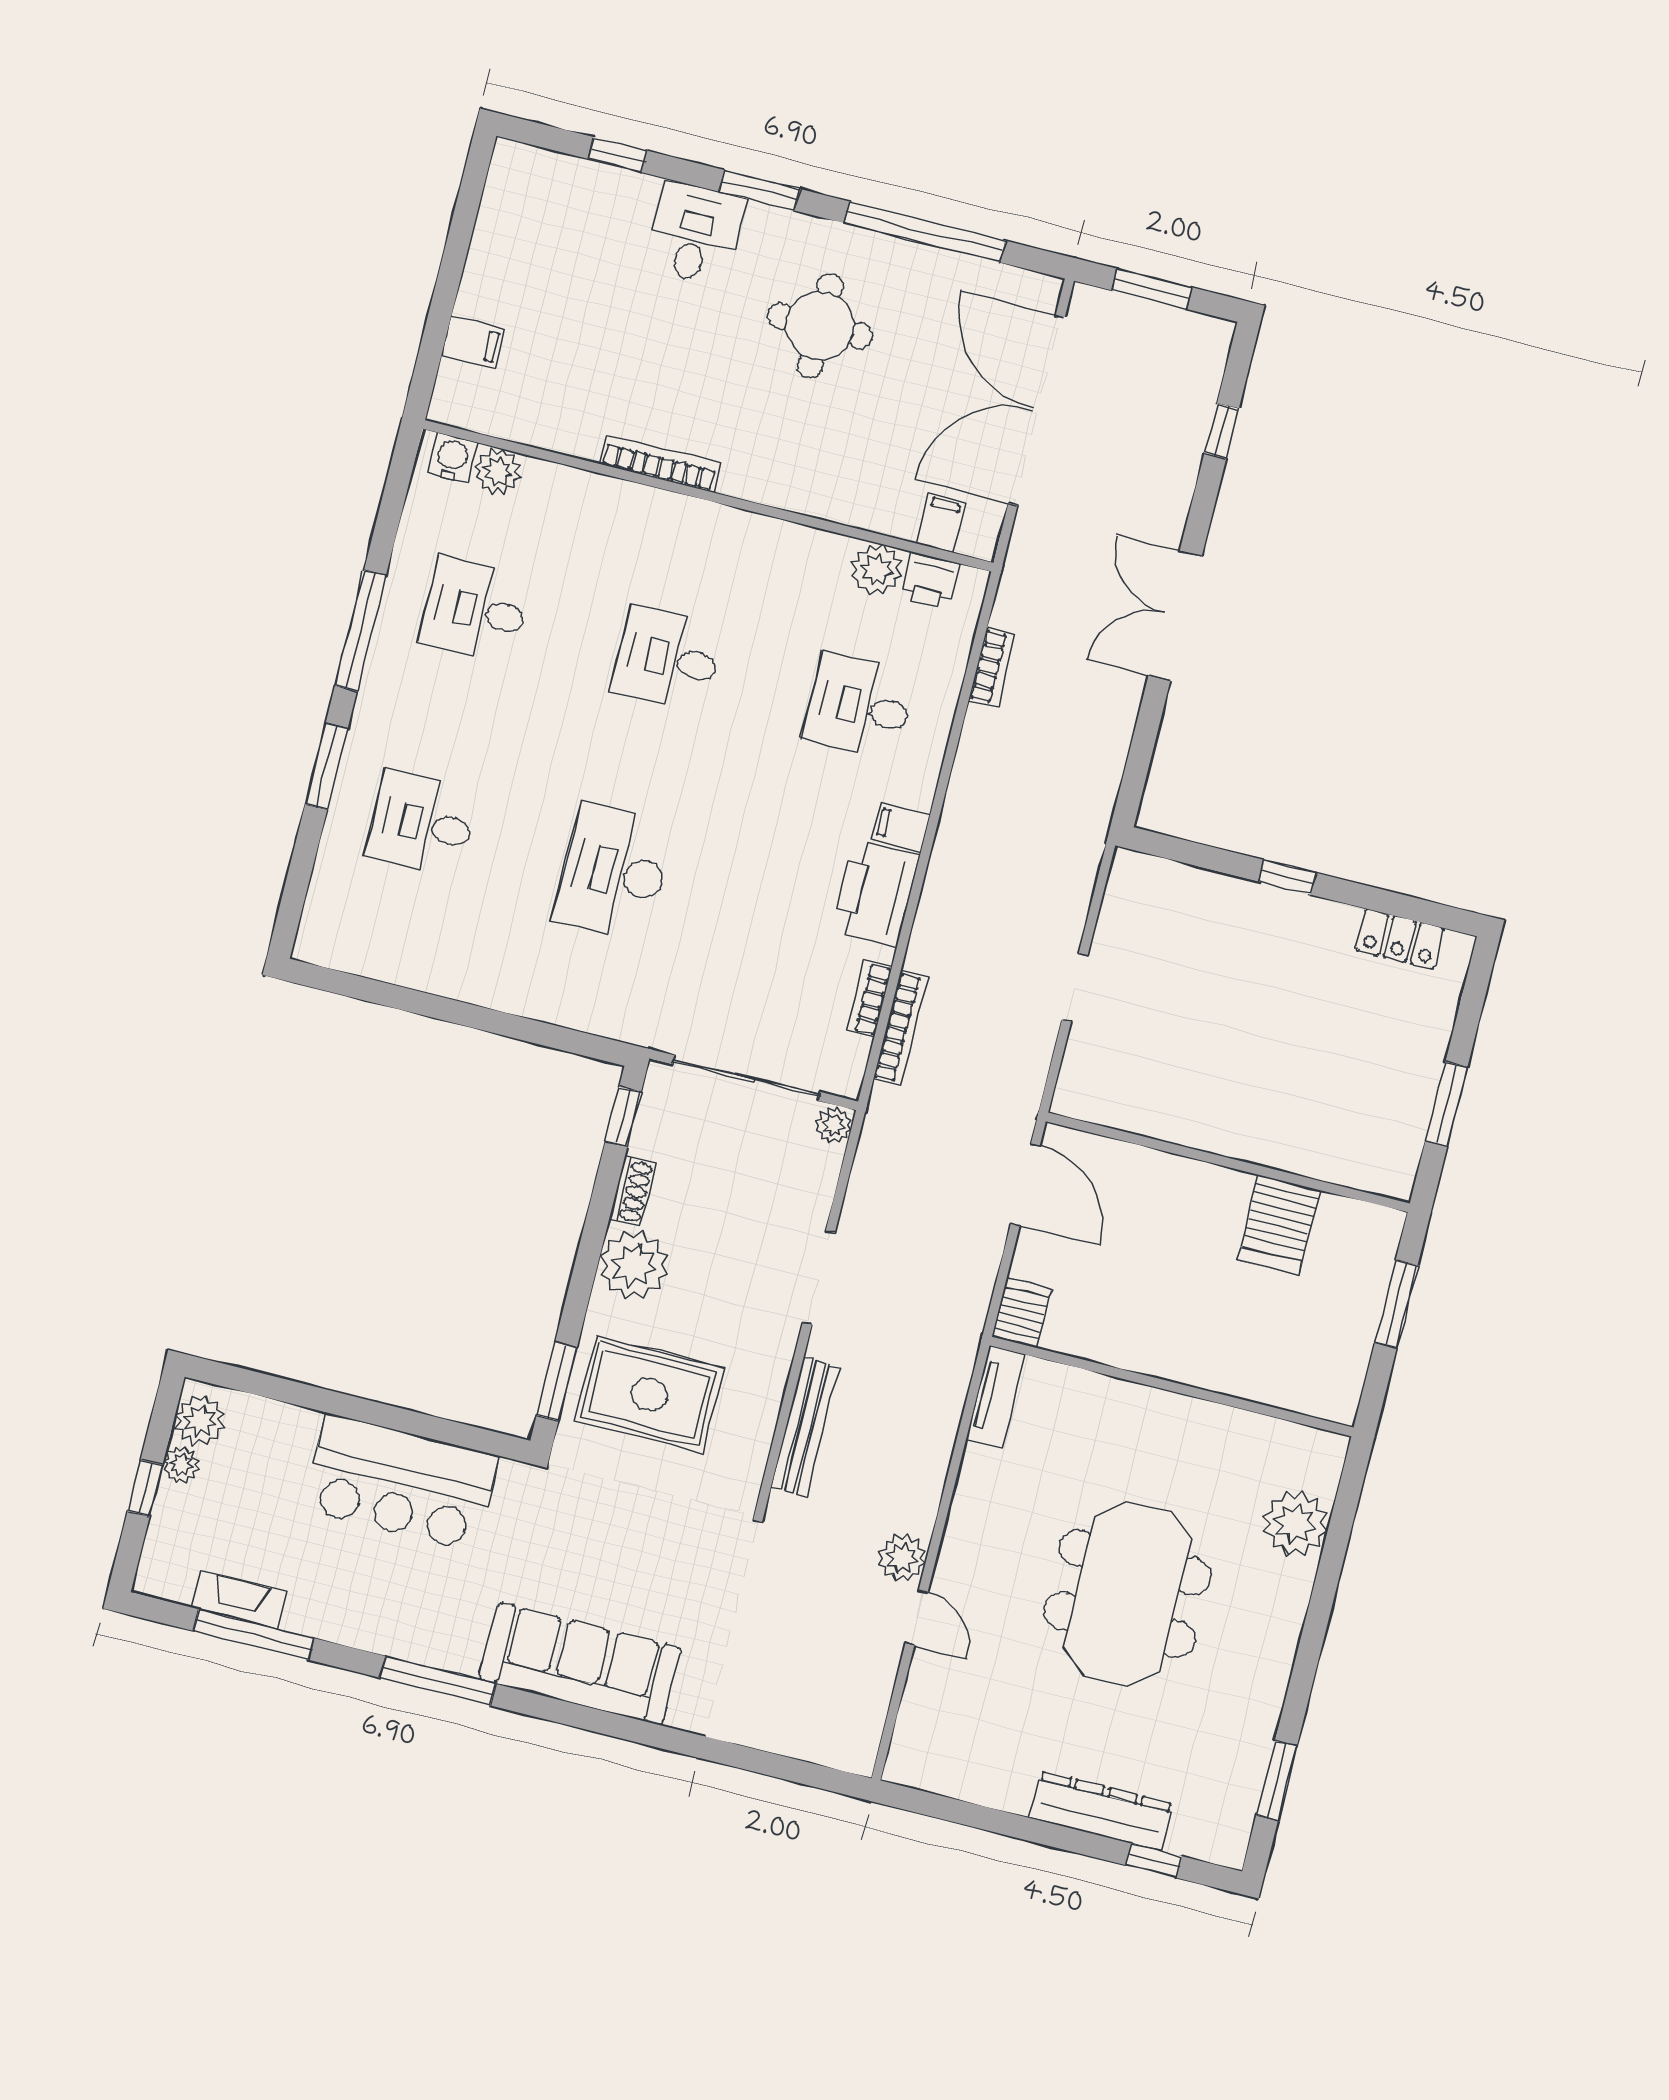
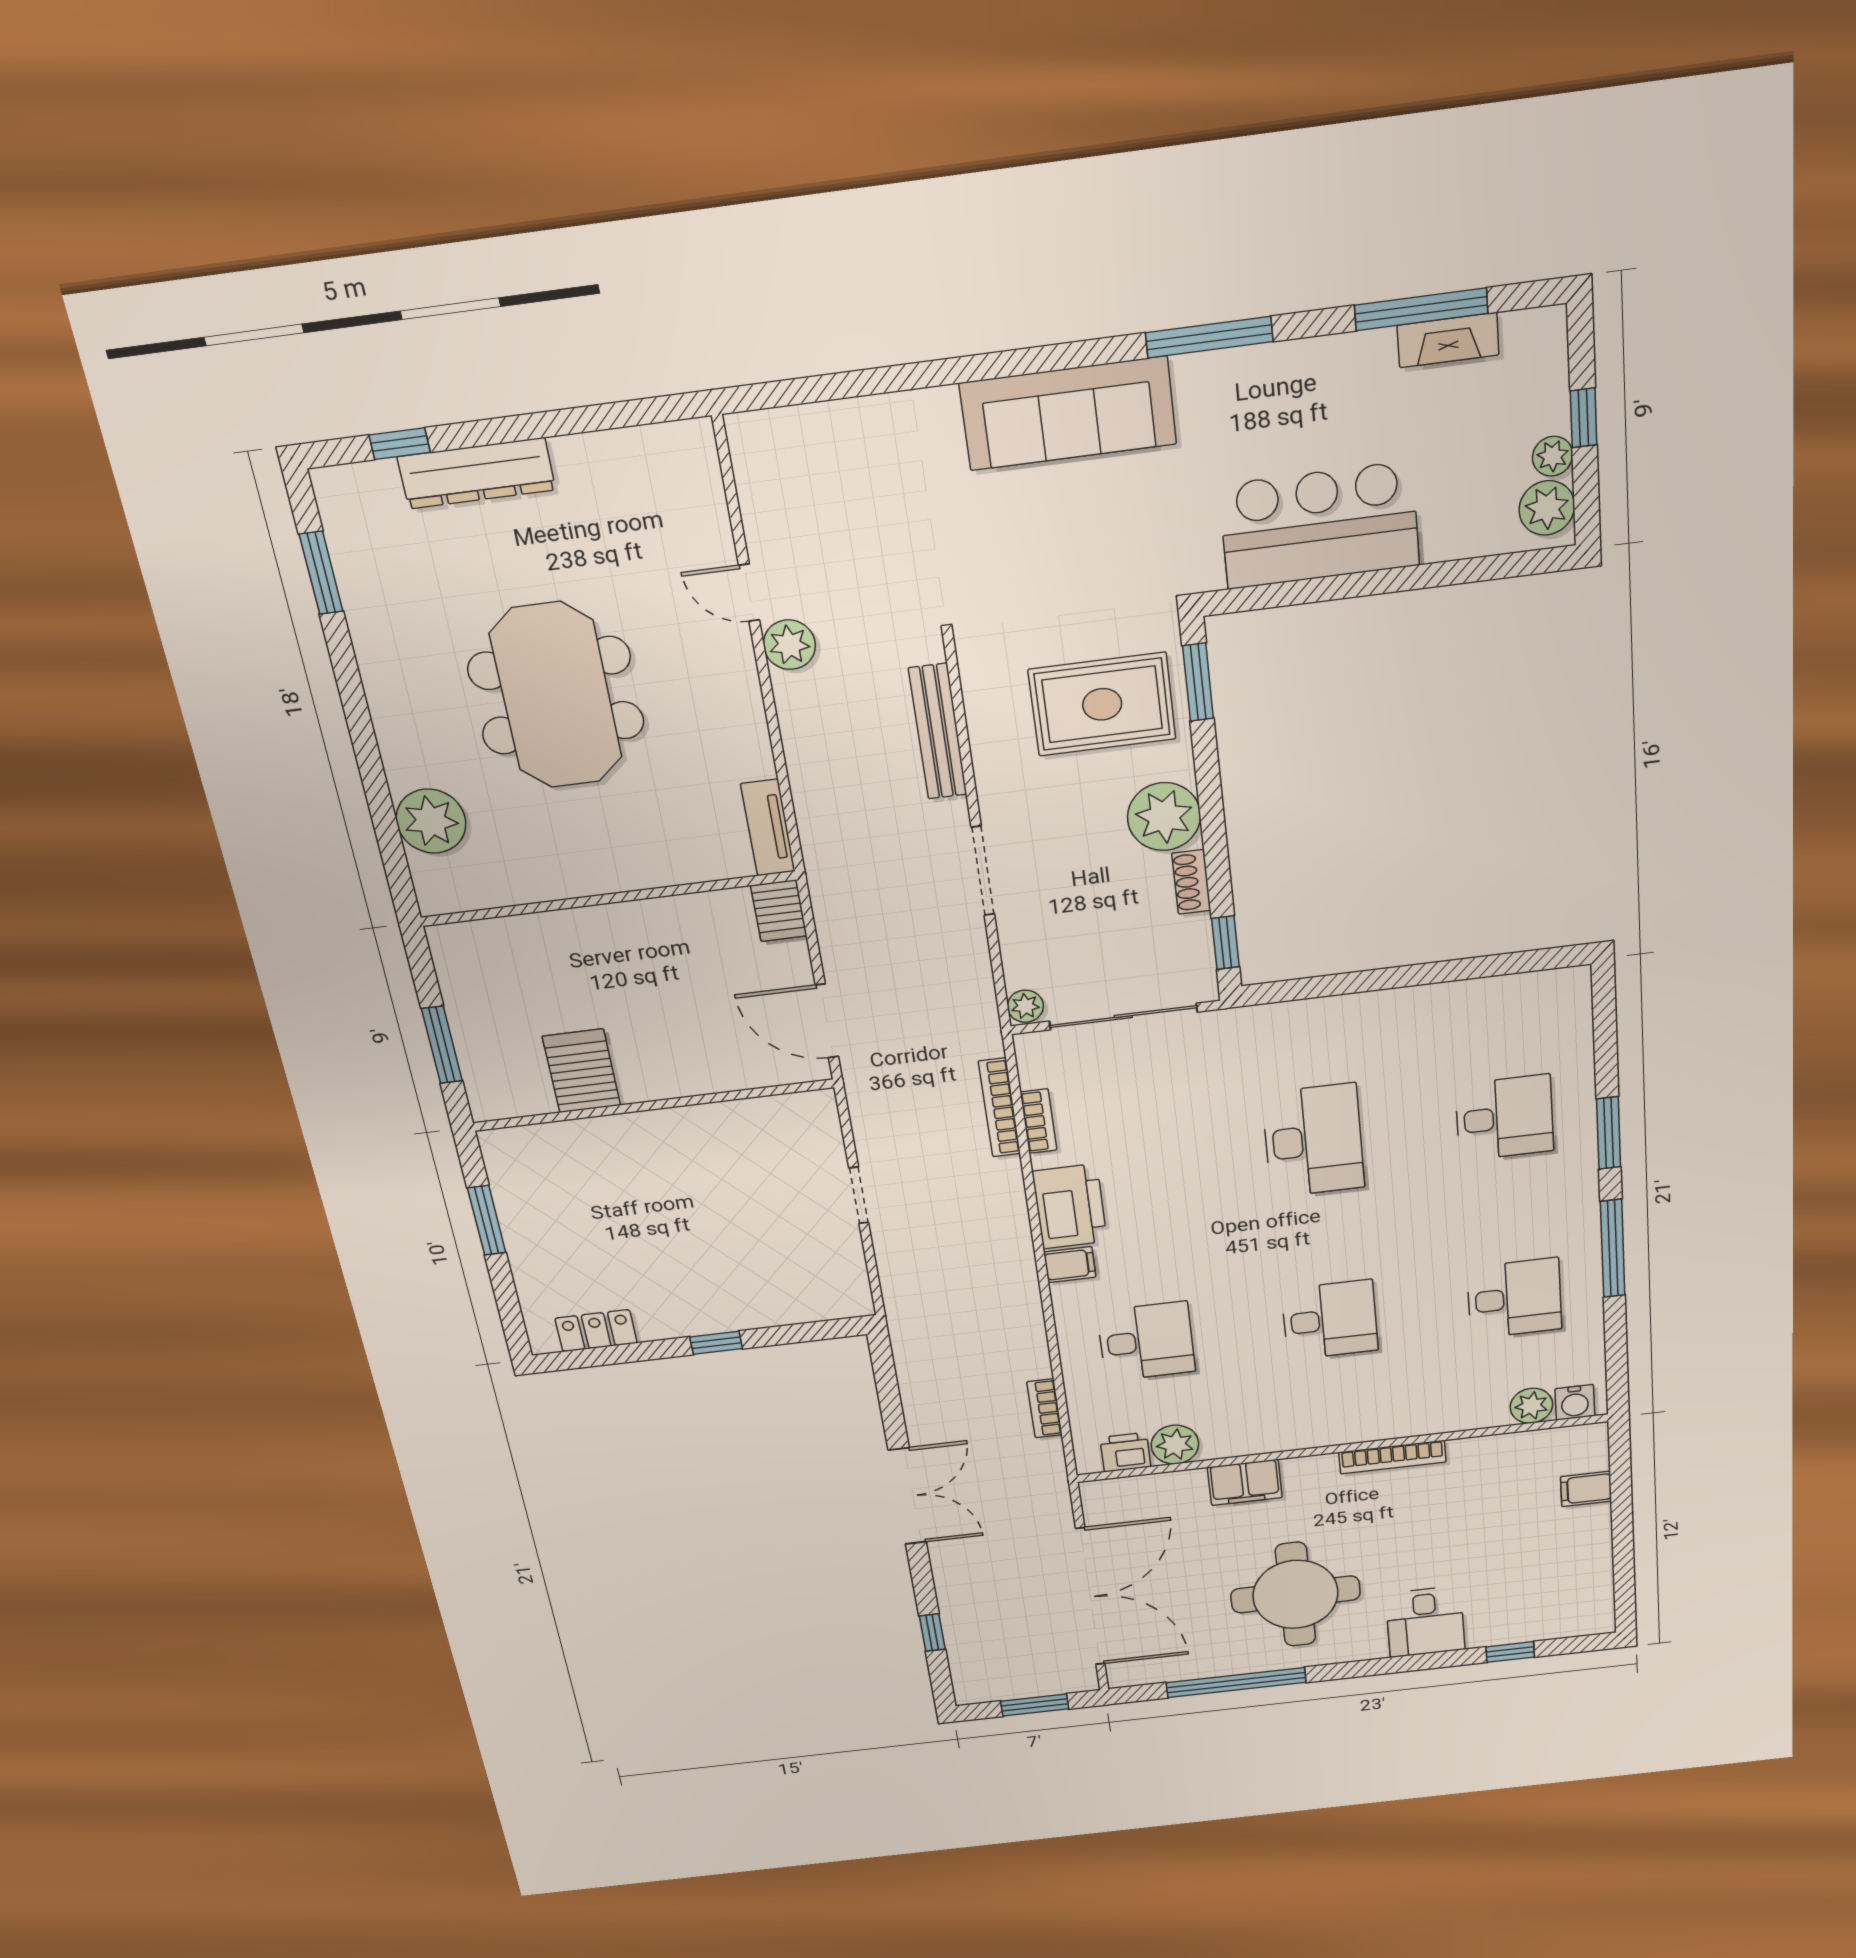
window: (759, 190) -> (1383, 1666), removed
round table: (820, 326) -> (1295, 1594), width x1.36, depth x1.36
filing cabinet: (941, 523) -> (1245, 1482), moved, width x2.00

